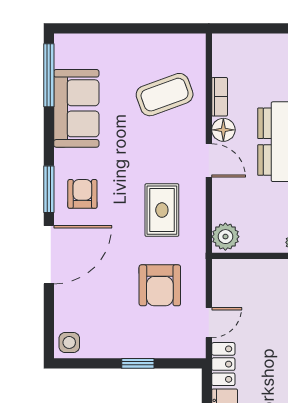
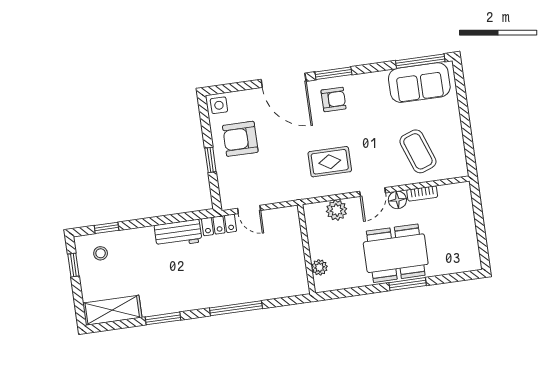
sofa: (76, 108) -> (419, 83), moved
plant: (225, 237) -> (337, 210), moved
armchair: (160, 285) -> (240, 139), moved

